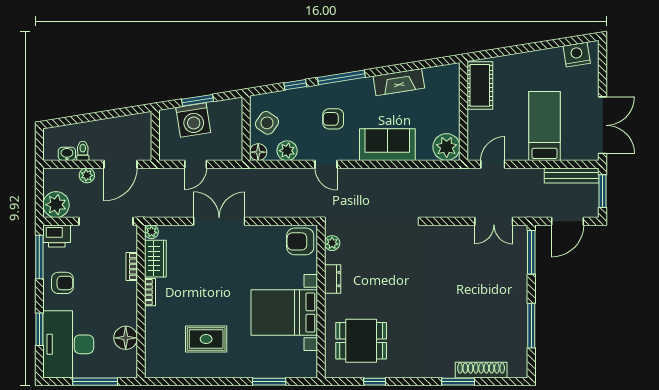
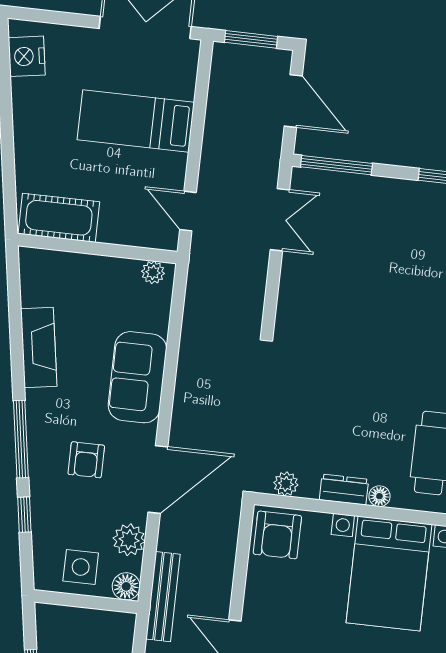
side table: (267, 123) -> (81, 567), turned -34
plant: (447, 147) -> (153, 272), width x0.53, depth x0.53
door: (326, 164) -> (158, 480), width x1.88
bench: (572, 175) -> (163, 597), moved
floor lamp: (331, 301) -> (379, 496), added

